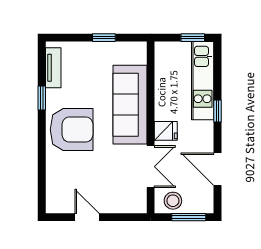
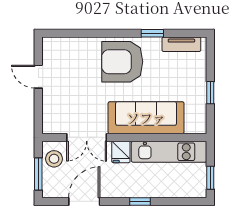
kitchen unit: (203, 81) -> (169, 152), moved, turned 180
armchair: (72, 130) -> (122, 62), turned 90
door: (87, 217) -> (38, 77), swing flipped

